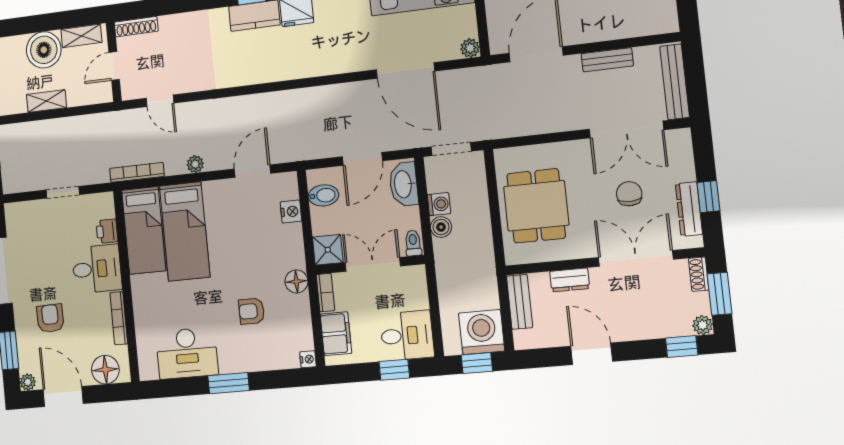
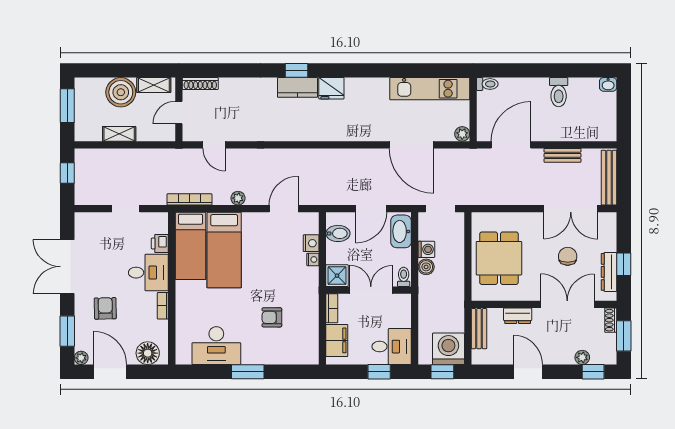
floor lamp: (296, 281) -> (310, 298), removed
bookcase: (119, 318) -> (163, 306), width x0.64
plant: (703, 325) -> (582, 357), moved
nightstand: (308, 359) -> (313, 259), moved

